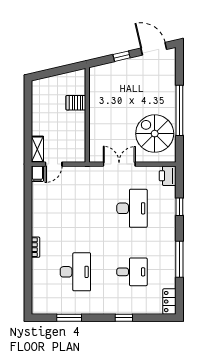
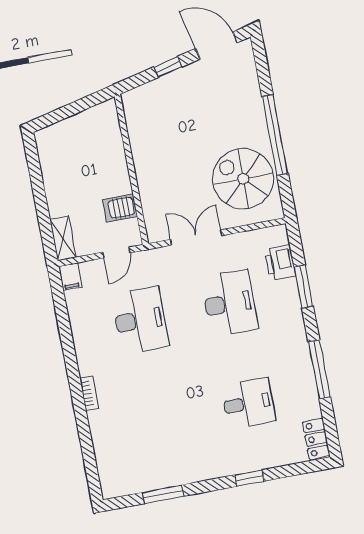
server rack: (76, 103) -> (120, 208), moved
door: (54, 164) -> (116, 253), moved
printer: (168, 176) -> (280, 263), moved
window: (179, 207) -> (304, 287), width x1.50
desk: (75, 272) -> (140, 320), moved

